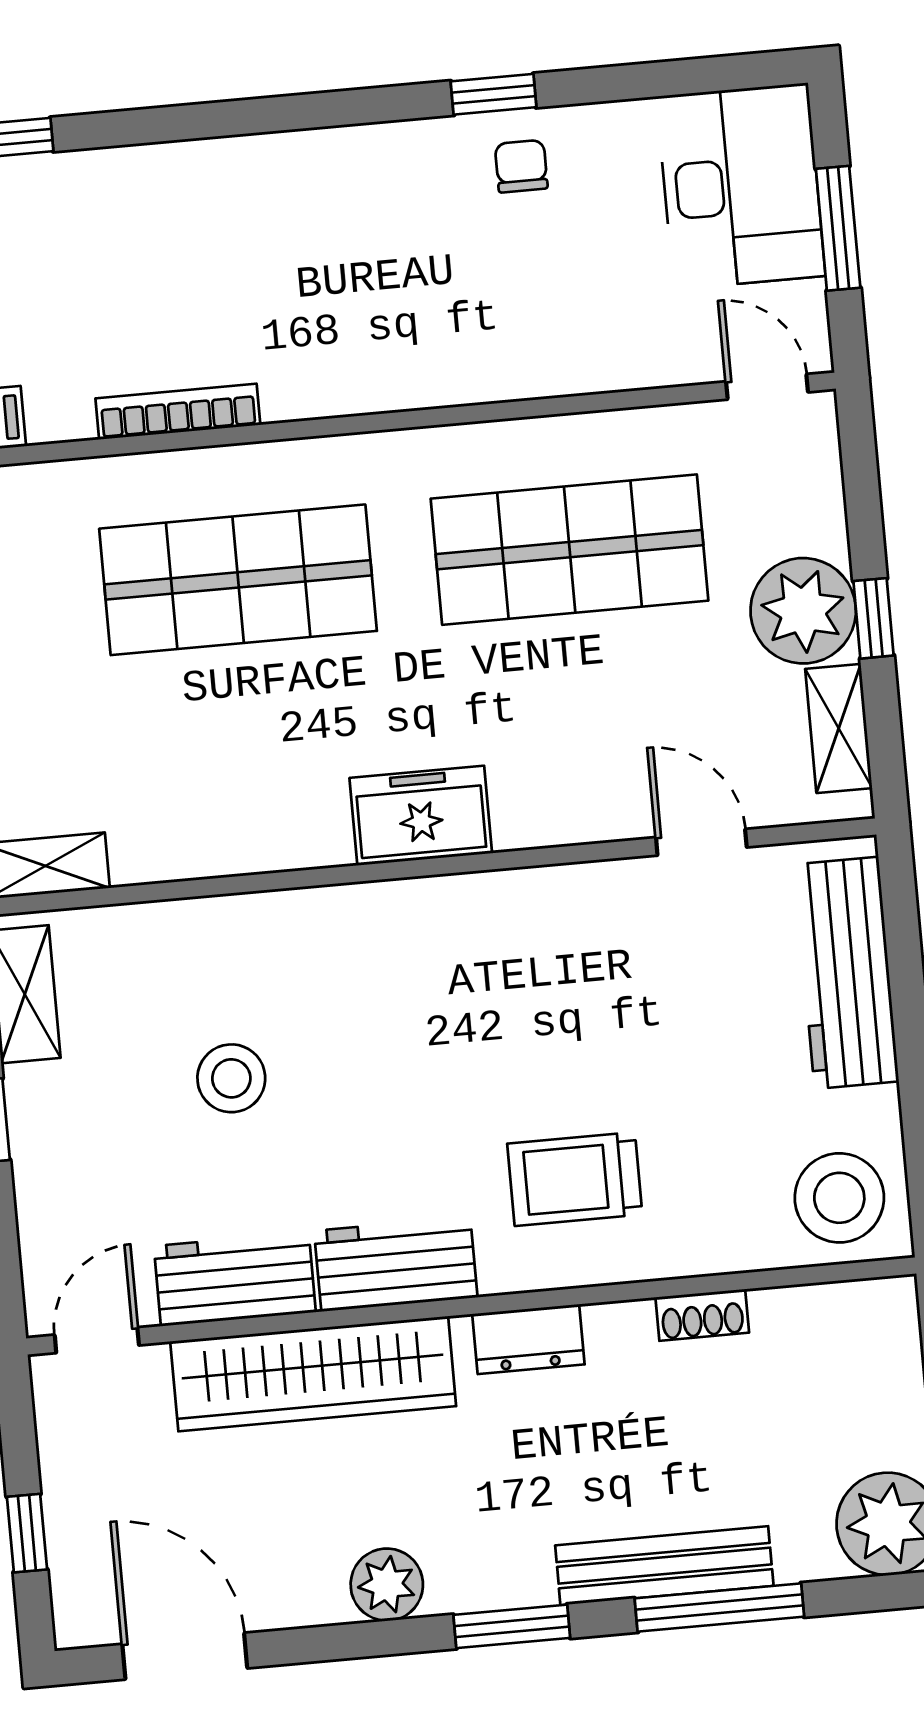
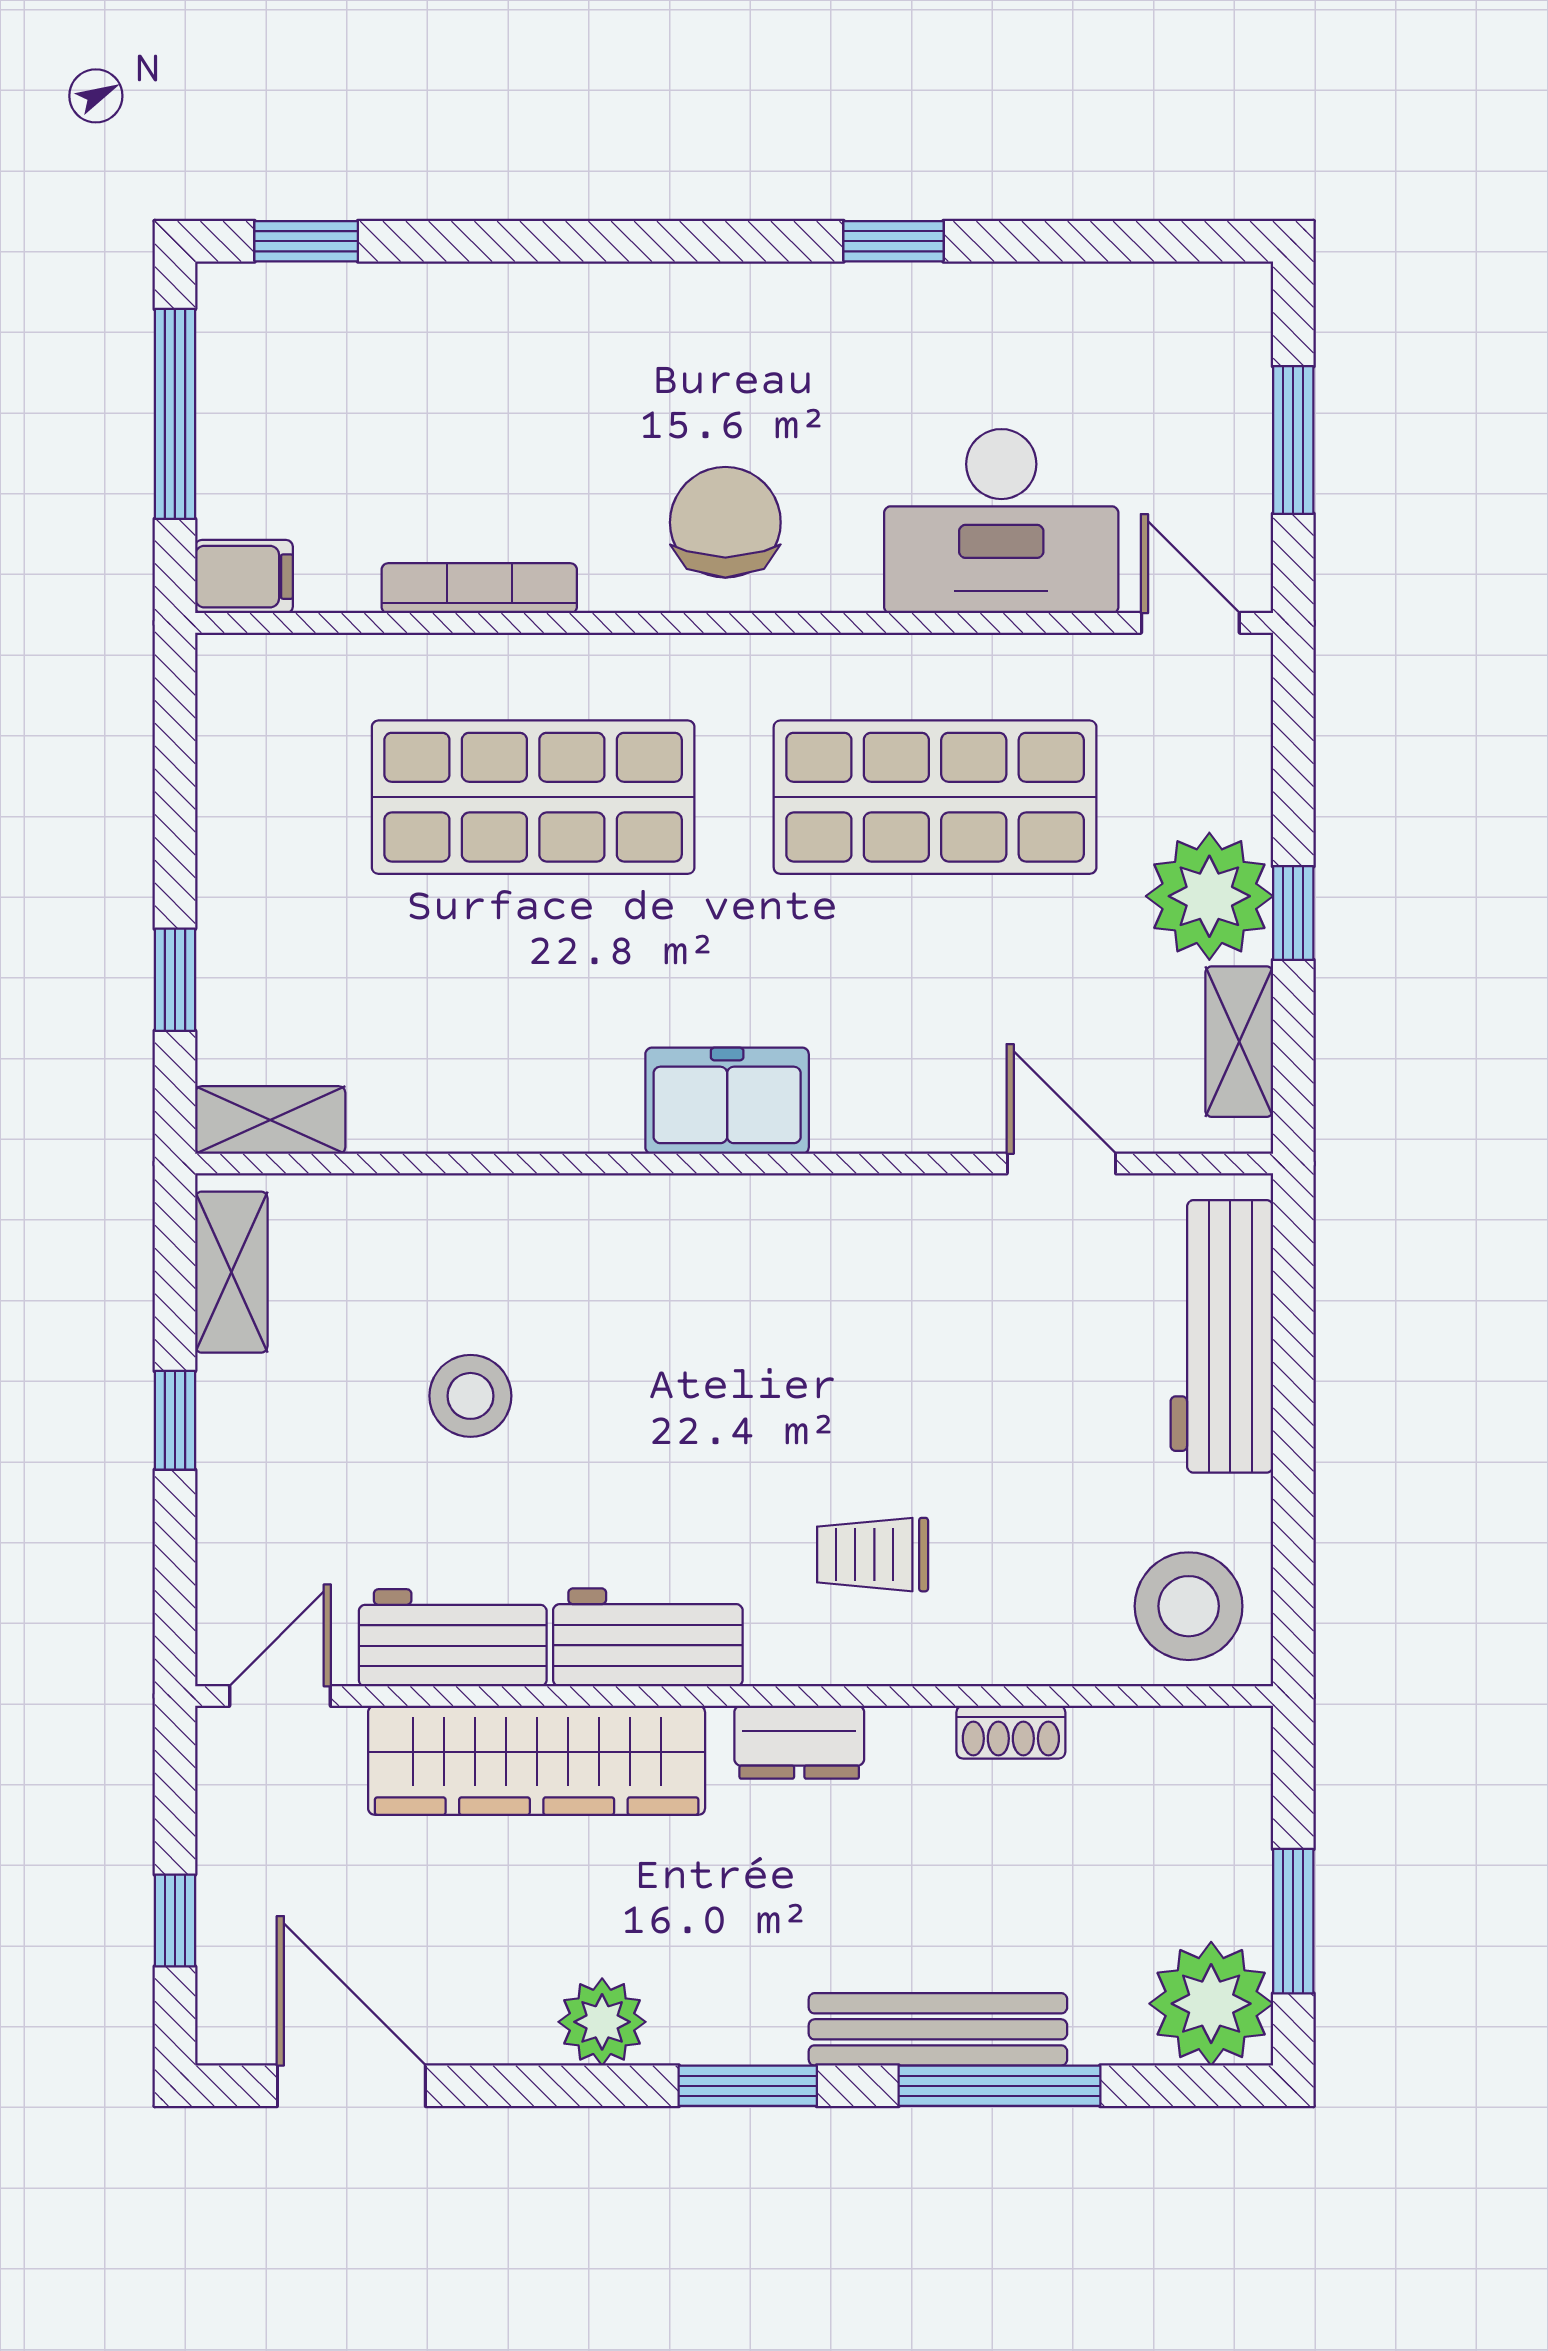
chair: (521, 166) -> (725, 522), moved, width x1.87, depth x1.87
desk: (741, 186) -> (1001, 521), moved, turned 90
trolley: (575, 1179) -> (873, 1555), width x0.73, depth x0.72

